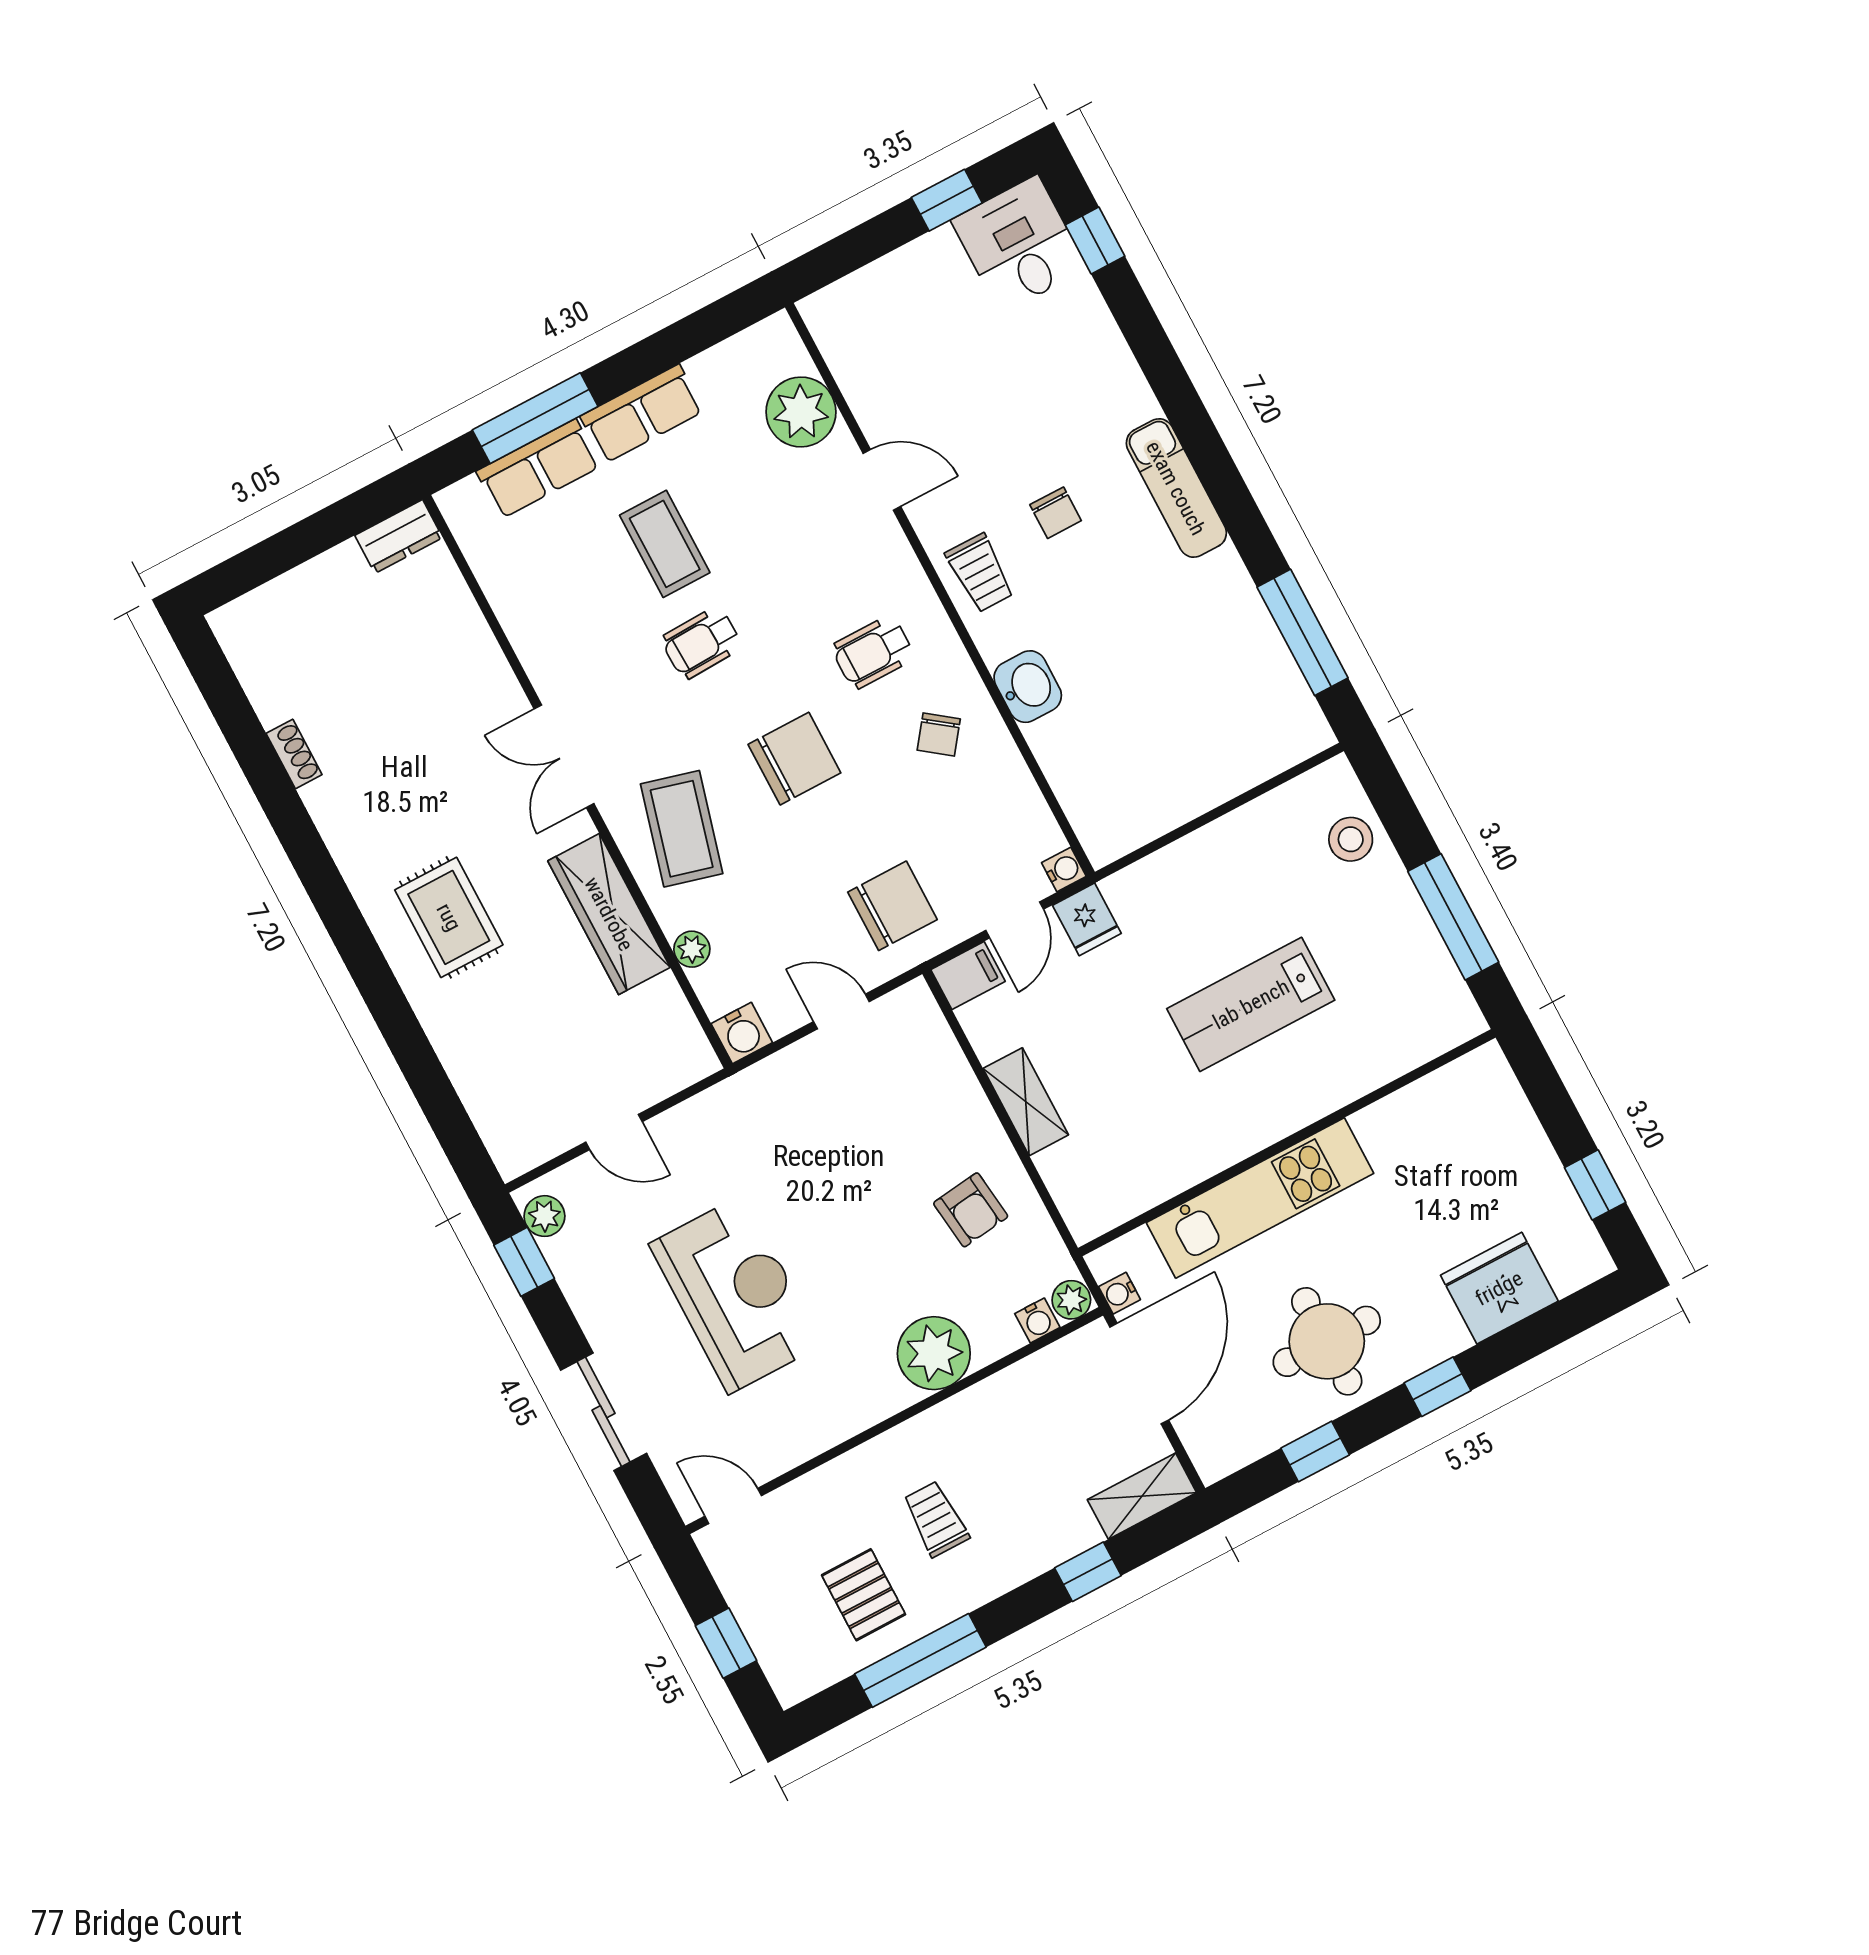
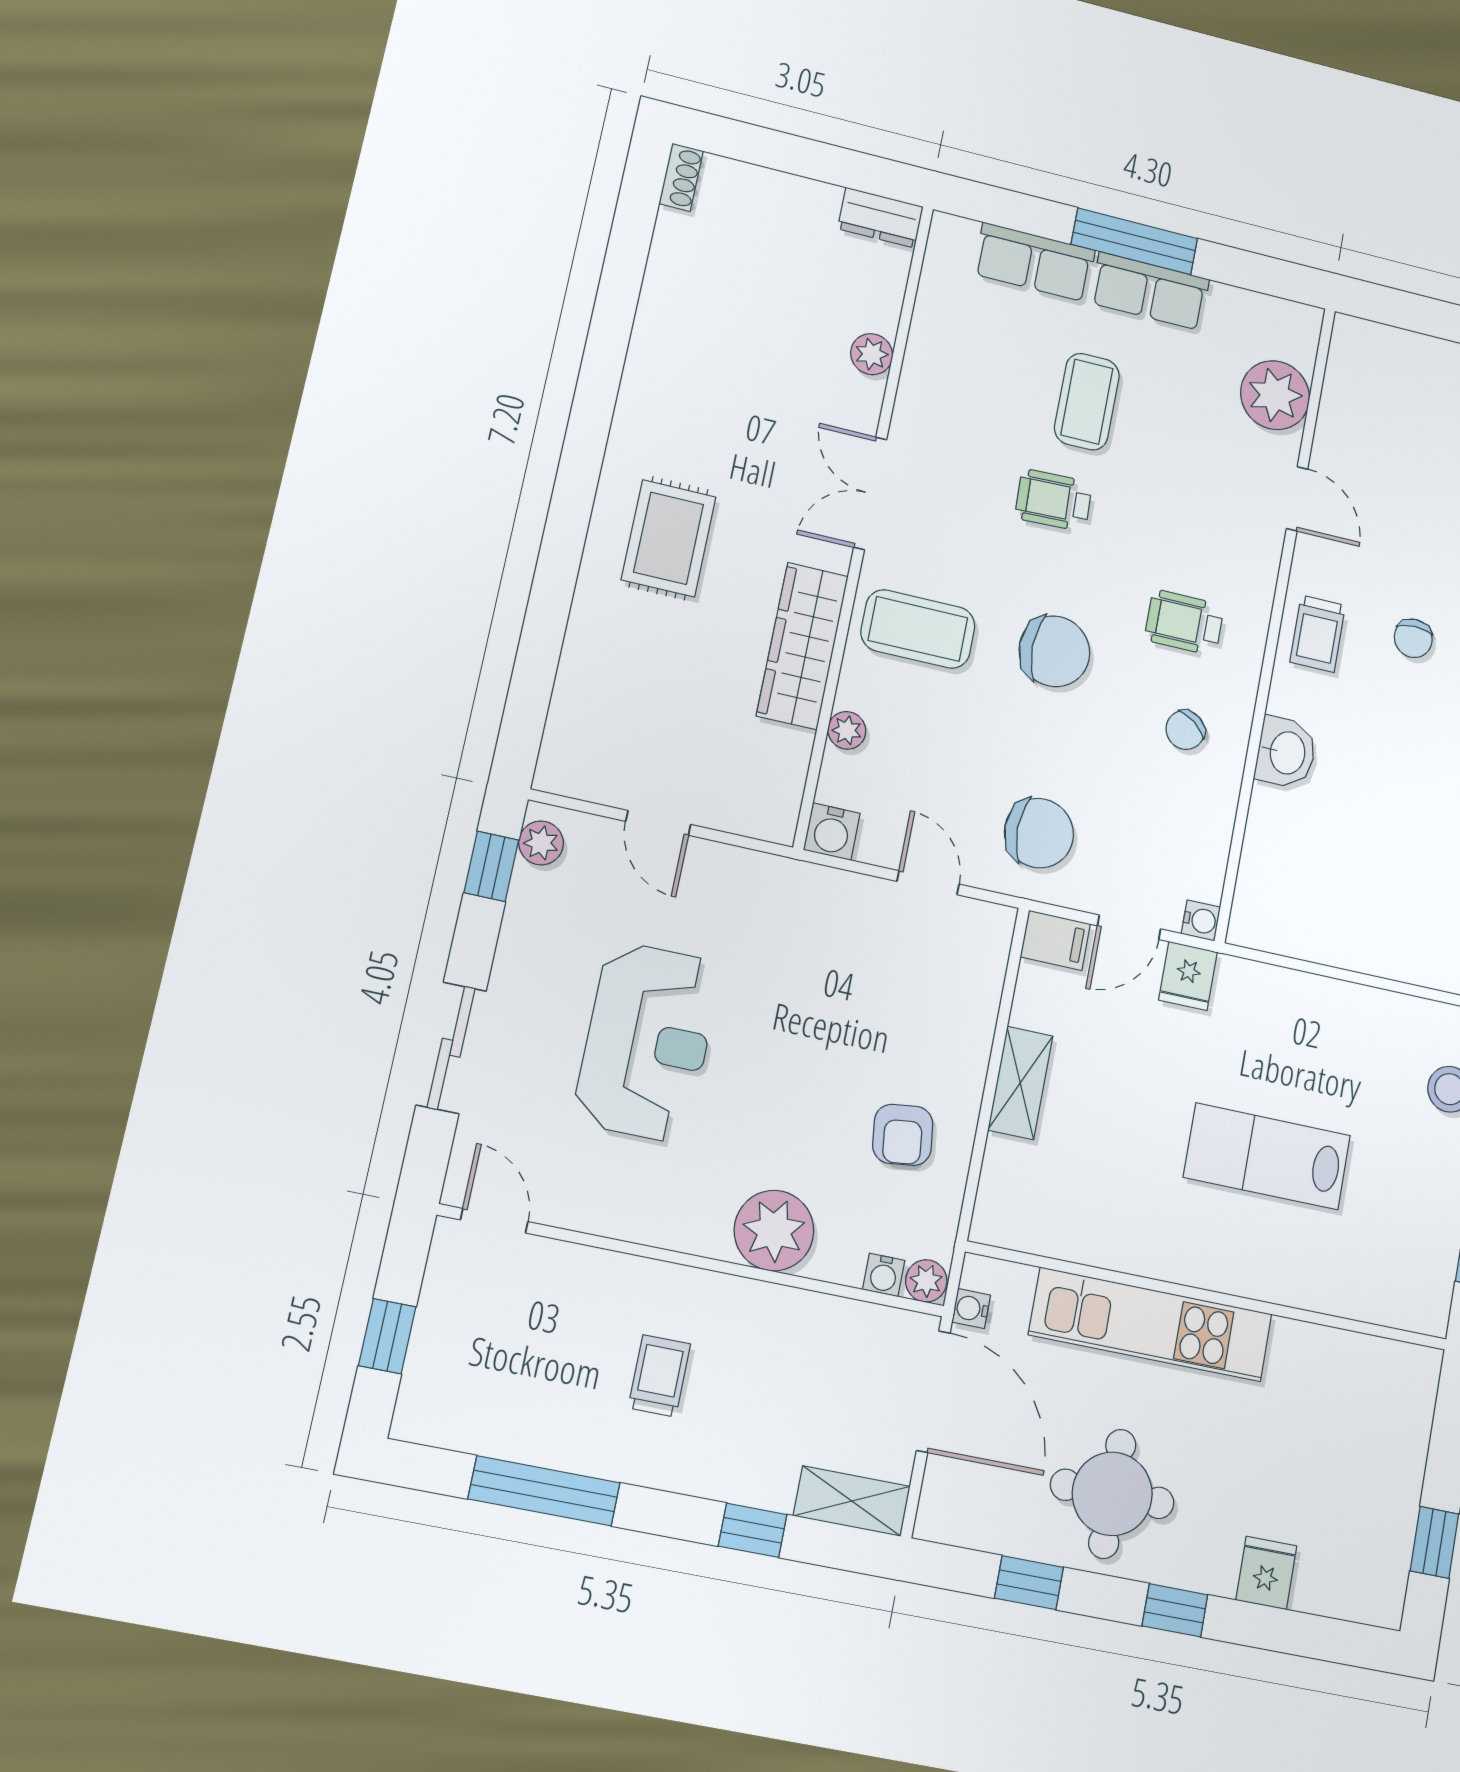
window: (535, 418) -> (1134, 241), moved
plant: (479, 648) -> (872, 354), added
shoe rack: (294, 754) -> (681, 177), moved
coffee table: (682, 829) -> (918, 629), turned 75
fridge: (1499, 1288) -> (1266, 1573), width x0.53, depth x0.75
door: (1139, 1374) -> (933, 1392), hinge flipped
pallet: (864, 1595) -> (543, 1392), removed

